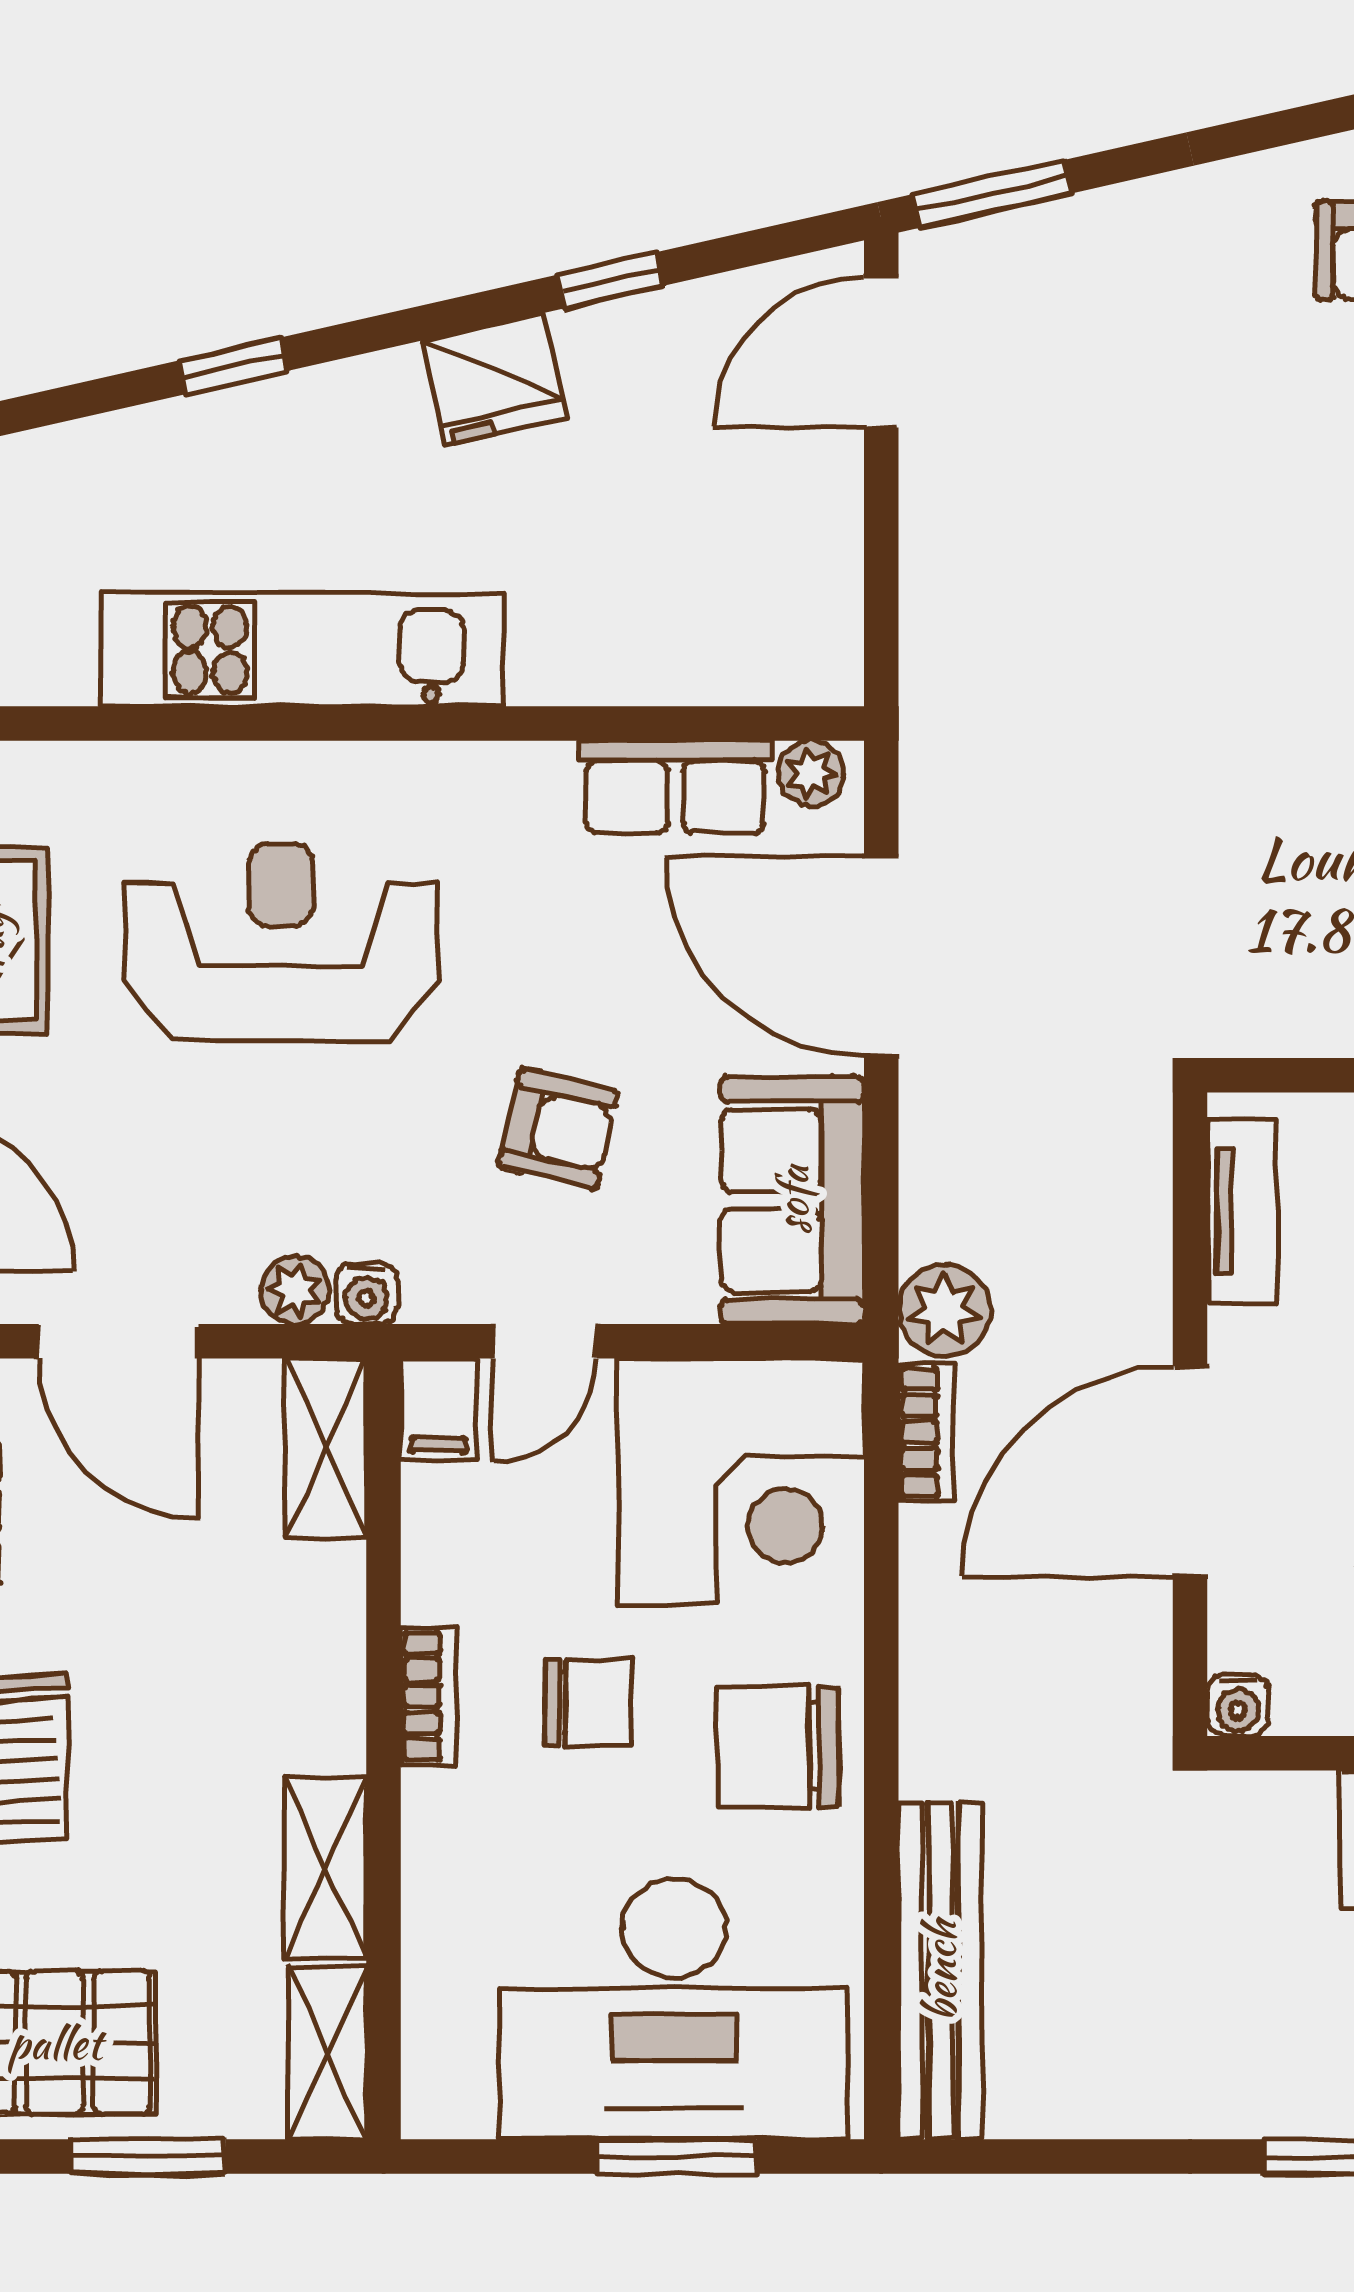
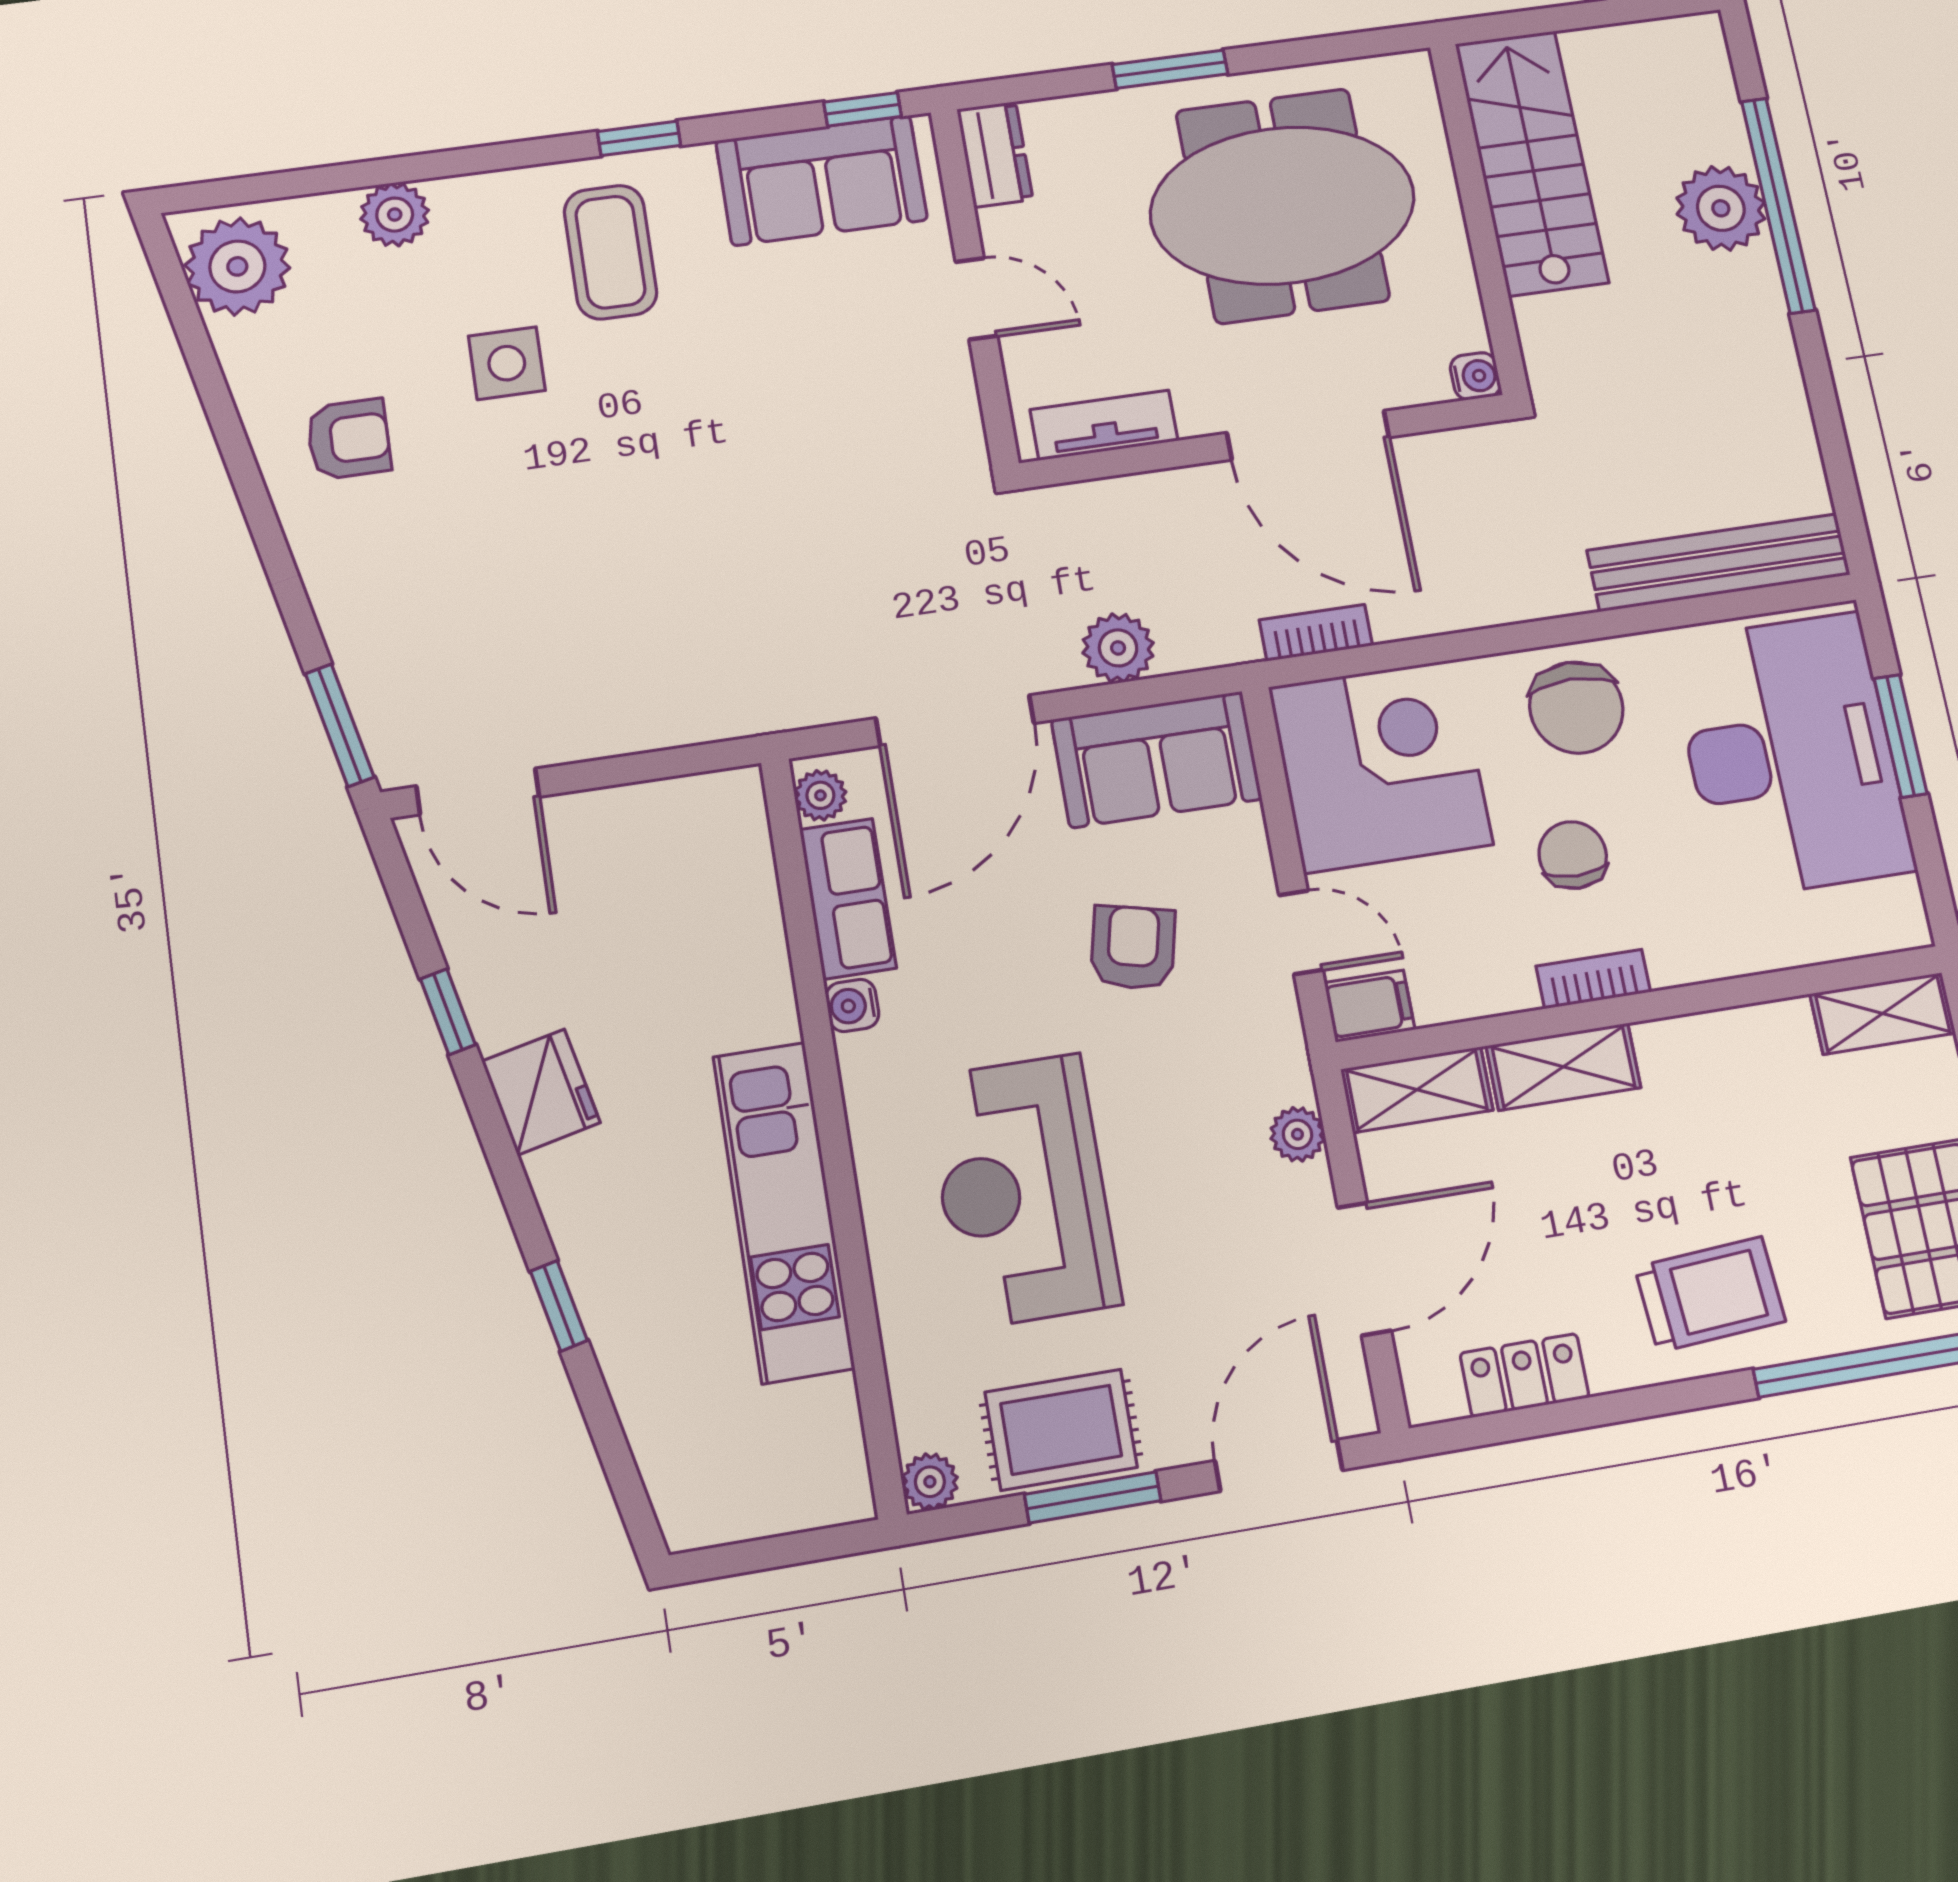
water cooler: (367, 1293) -> (852, 1005), moved, turned 180
plant: (944, 1310) -> (1118, 648), moved
shelving: (325, 1867) -> (1563, 1067), moved

